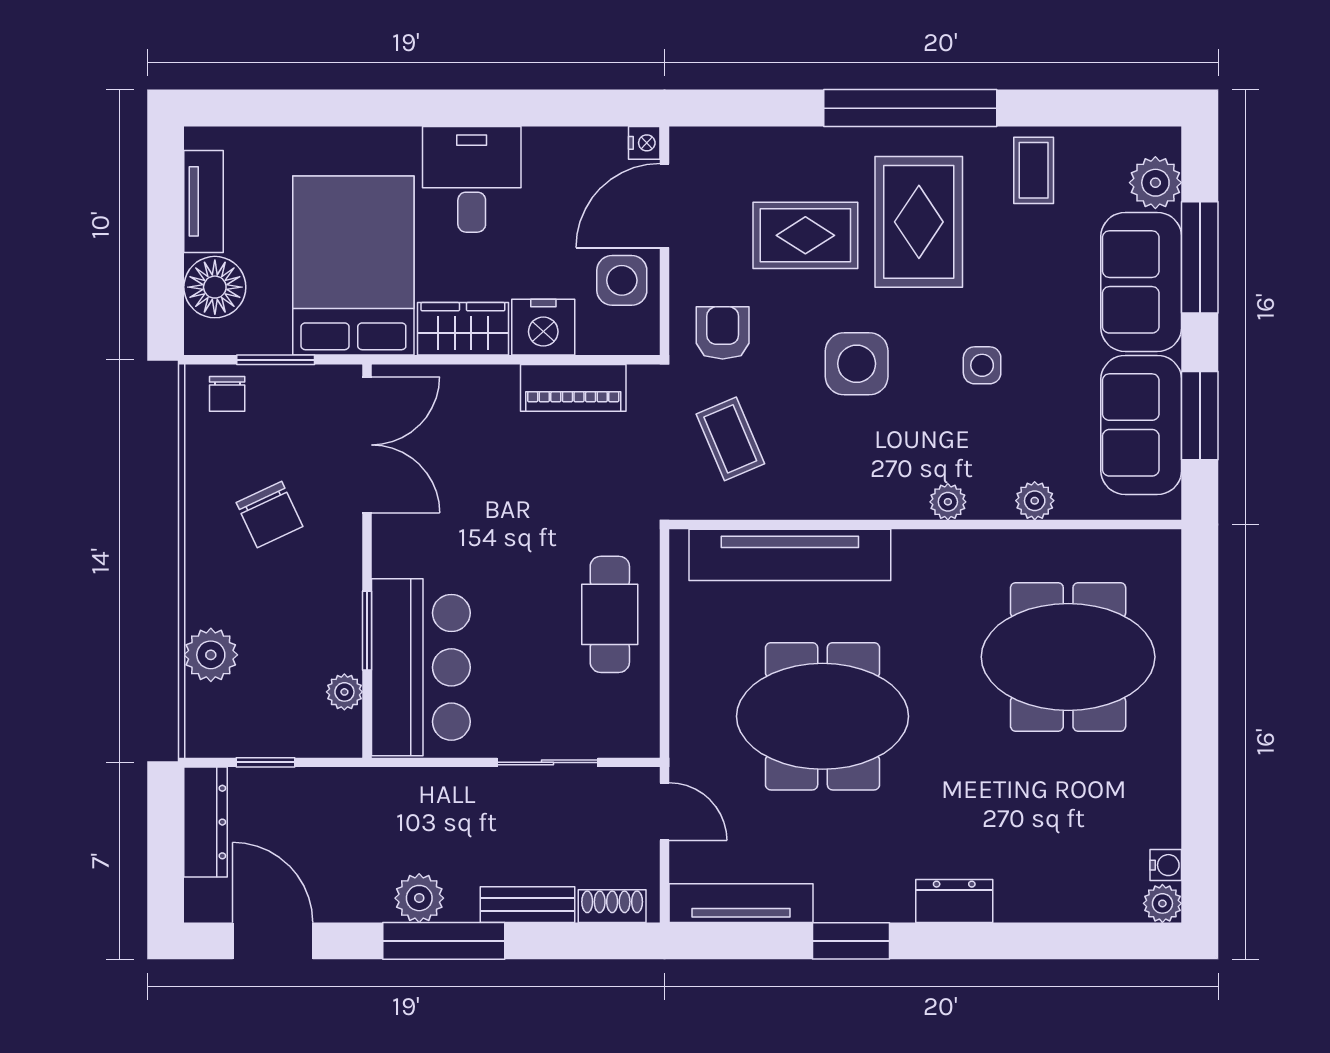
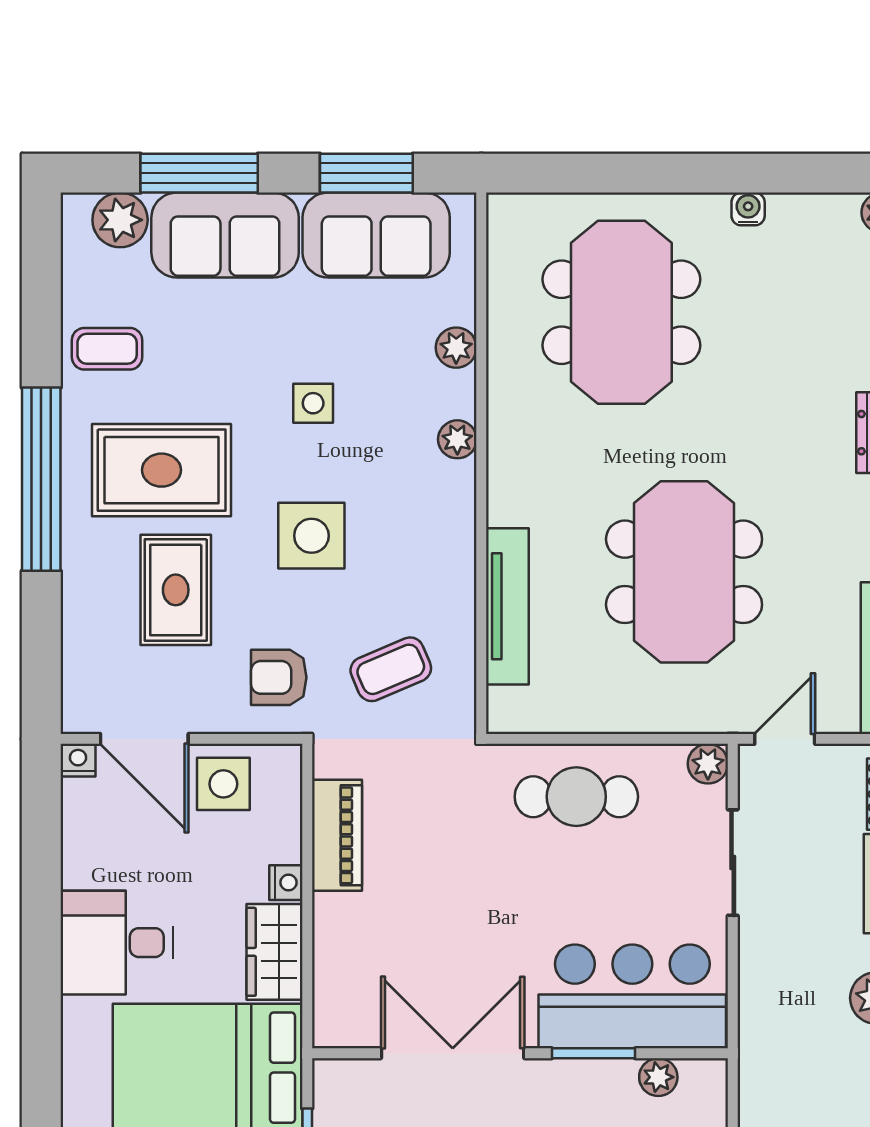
nightstand: (543, 327) -> (286, 883), width x0.53, depth x0.56
double door: (367, 445) -> (453, 1053), moved
tv unit: (790, 555) -> (507, 606), width x0.73, depth x0.78
plant: (641, 739) -> (708, 764), added
water cooler: (1166, 865) -> (748, 209), moved

